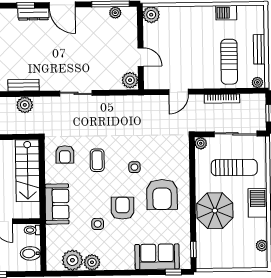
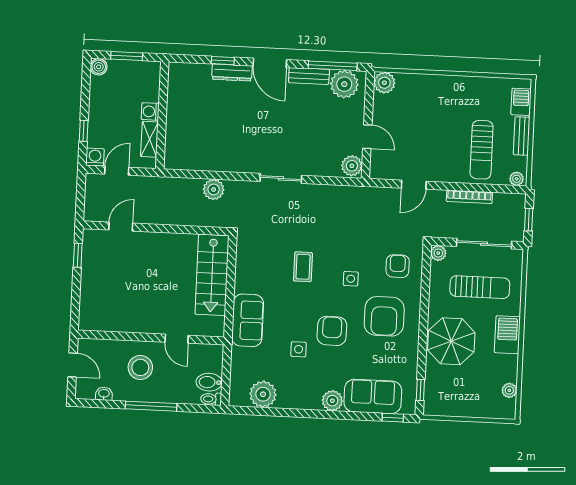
plant: (115, 13) -> (344, 84), width x1.88, depth x1.88
barbecue: (226, 13) -> (521, 102), moved, turned 90
bench: (23, 85) -> (309, 76), moved
armchair: (65, 154) -> (398, 266), moved, turned 180
toilet: (32, 230) -> (211, 399), moved
plant: (92, 262) -> (332, 401), moved

